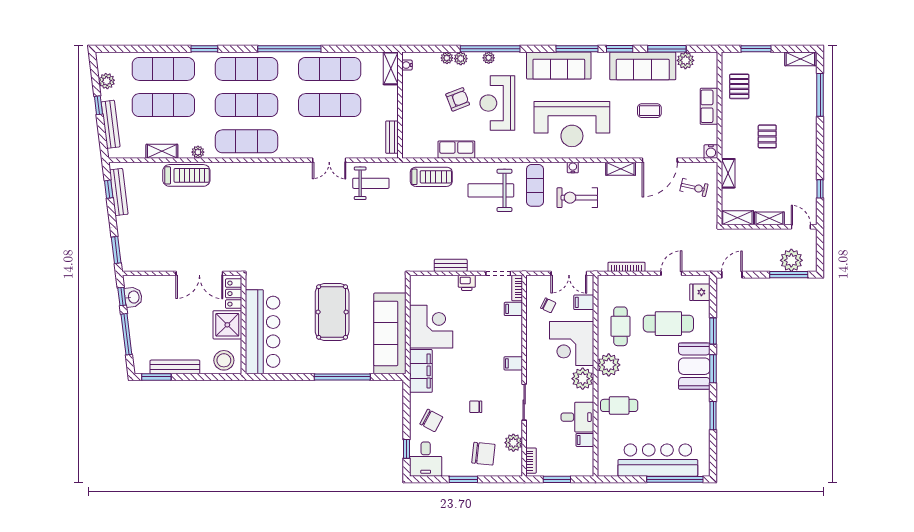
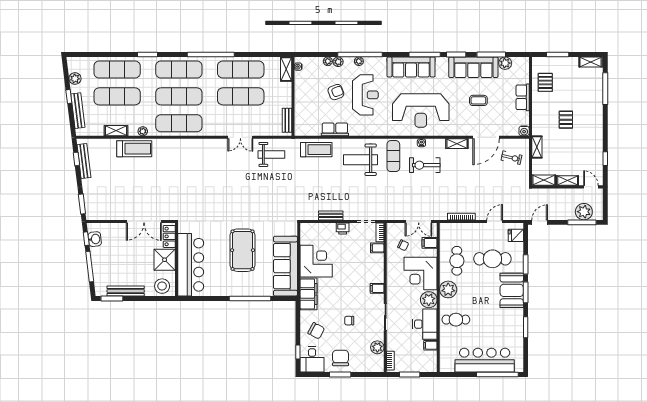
reception desk: (497, 103) -> (365, 95), turned 180
desk: (577, 417) -> (425, 324), width x1.37
chair: (483, 454) -> (341, 358), moved, turned -96

